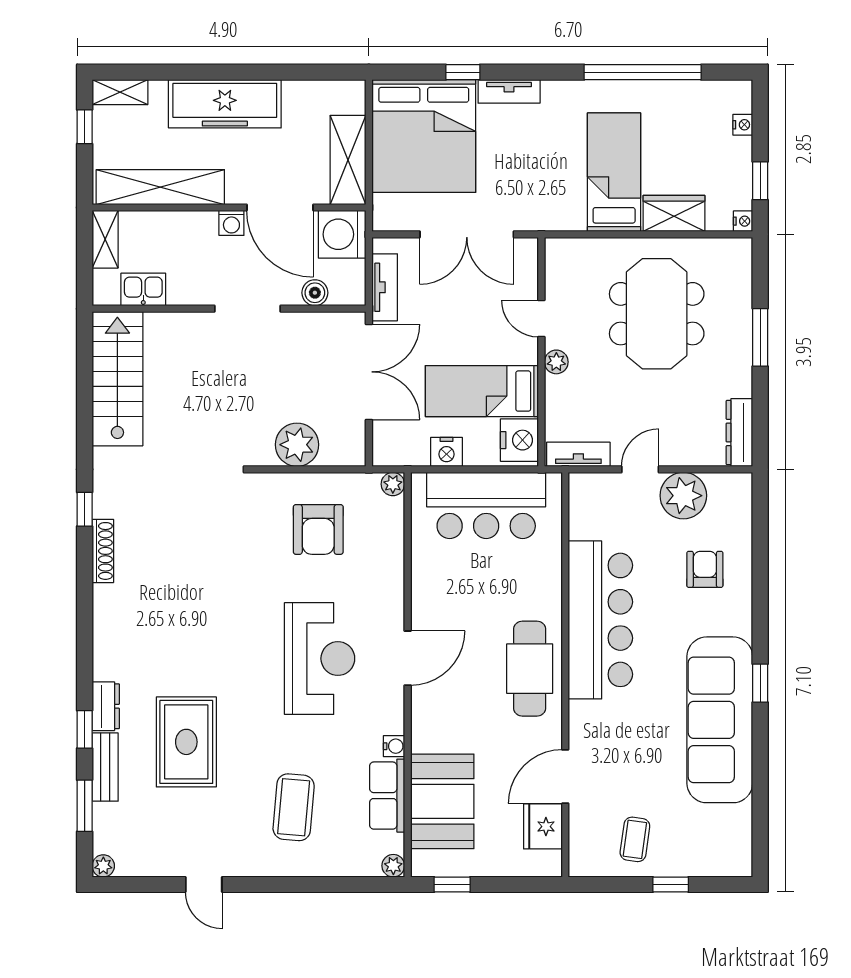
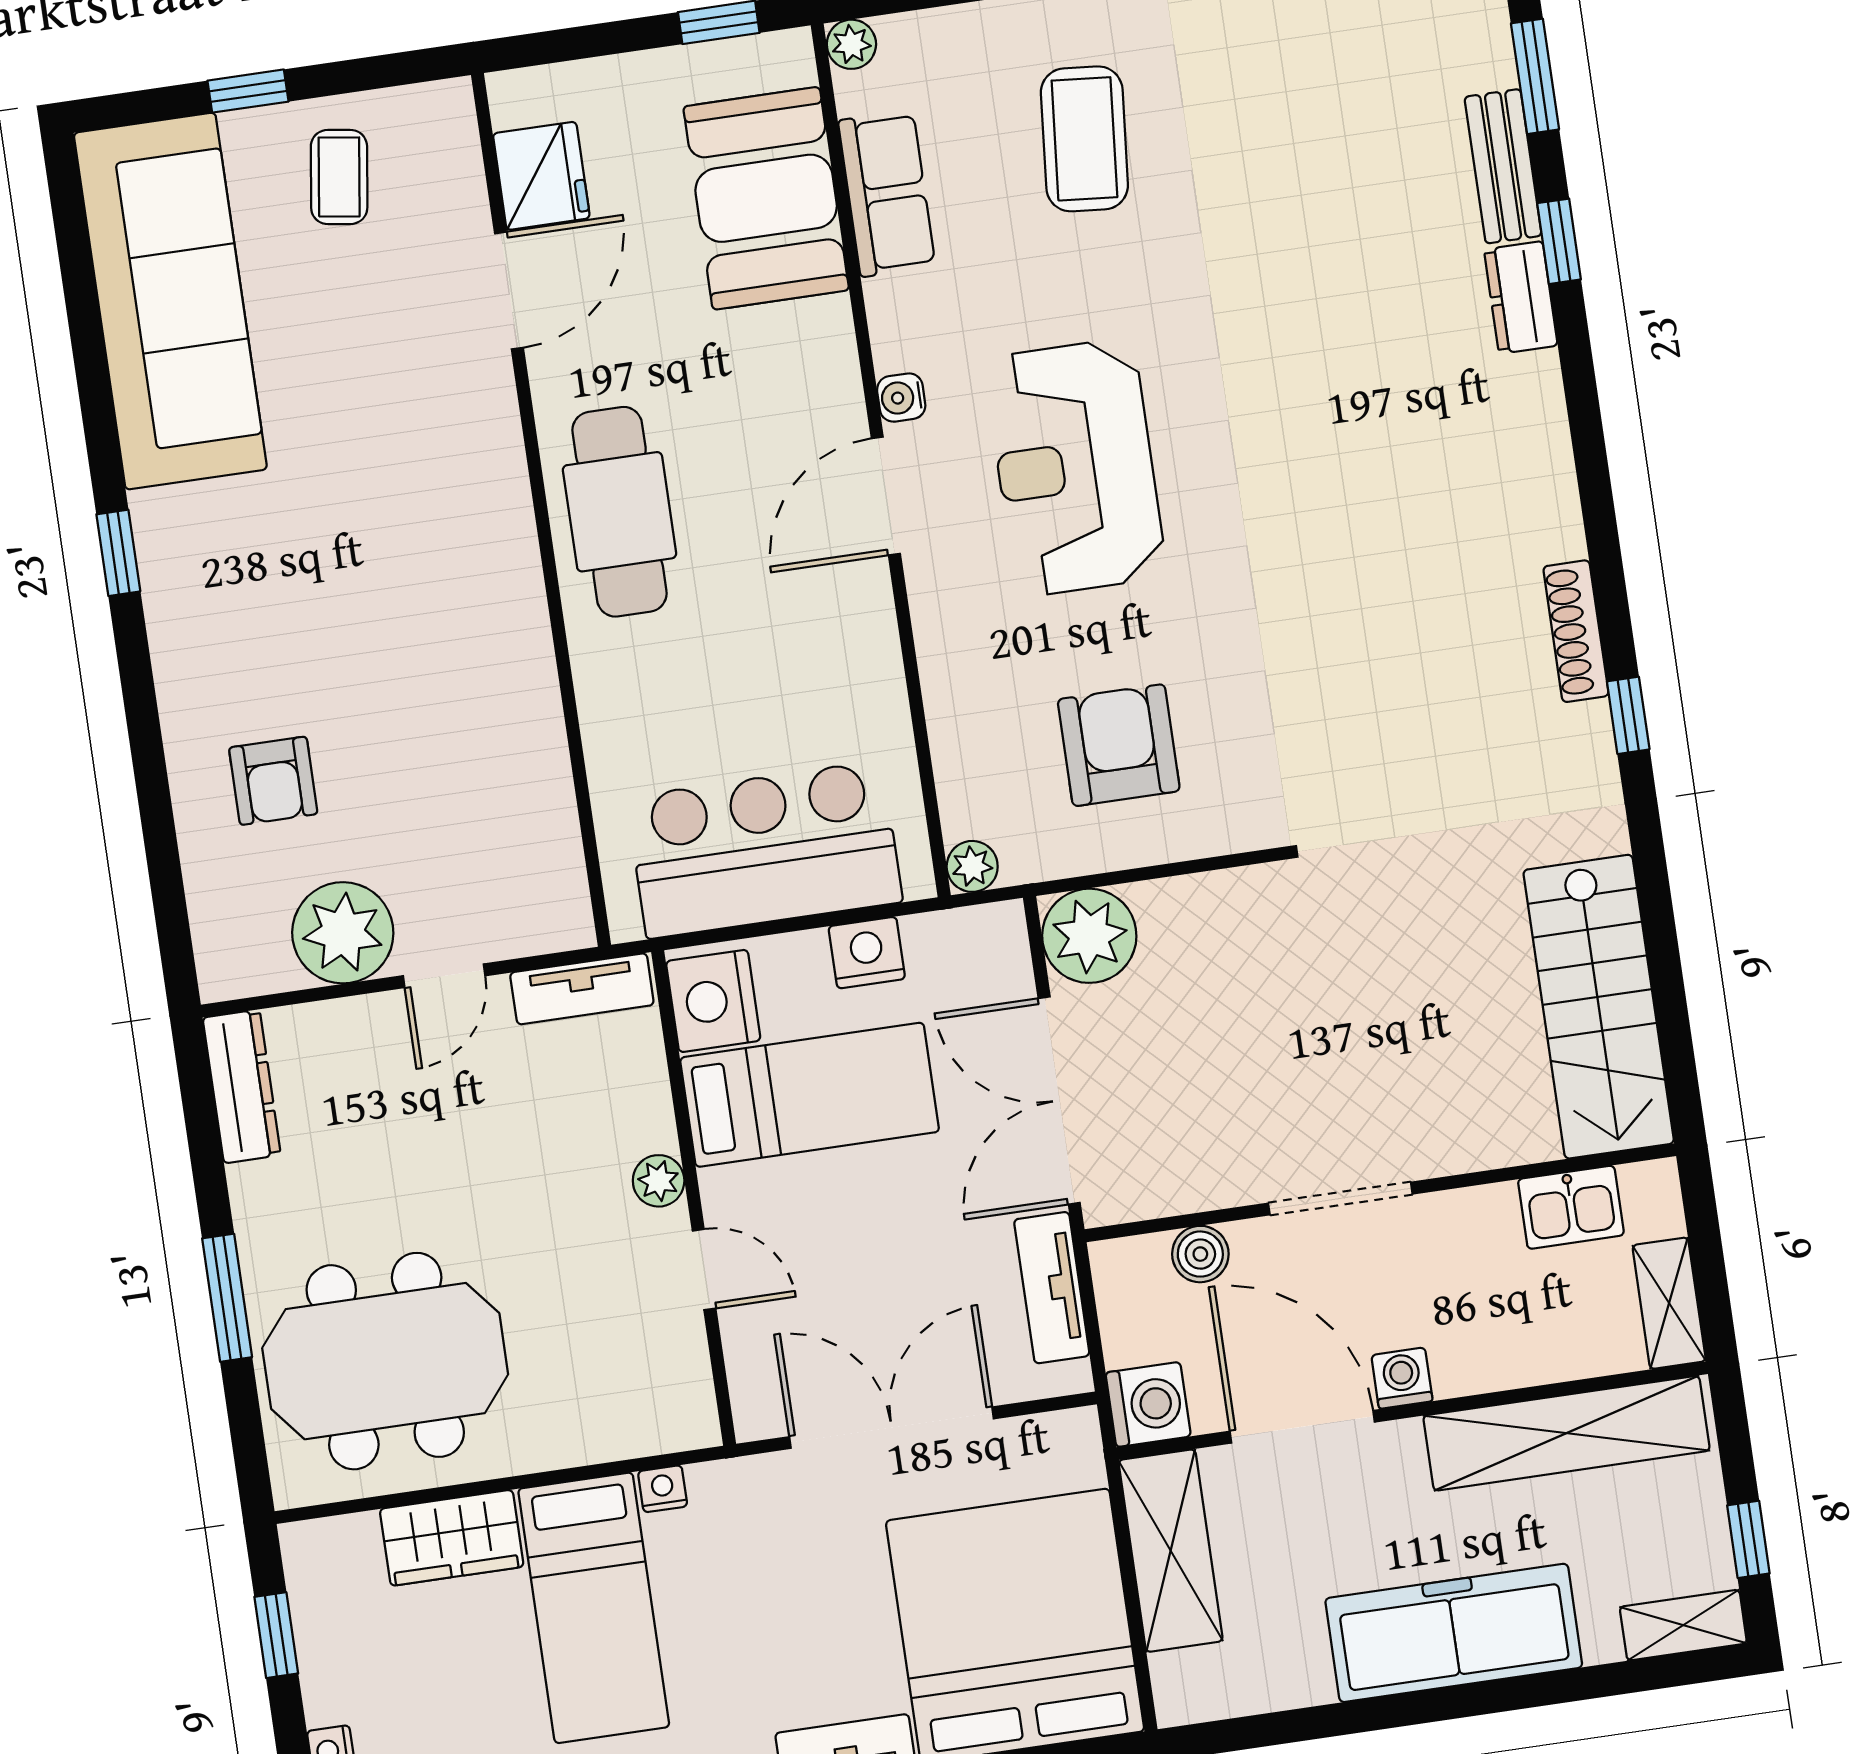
nightstand: (743, 221) -> (663, 1489), moved, turned 90
washing machine: (342, 234) -> (1148, 1404), width x0.73, depth x0.73
meeting table: (657, 314) -> (385, 1361), moved, turned 90
plant: (297, 445) -> (1089, 936), moved
bar counter: (600, 620) -> (482, 639), removed
sofa: (720, 720) -> (170, 301), moved
rug: (186, 742) -> (1336, 246), removed
water cooler: (394, 746) -> (901, 398), moved

